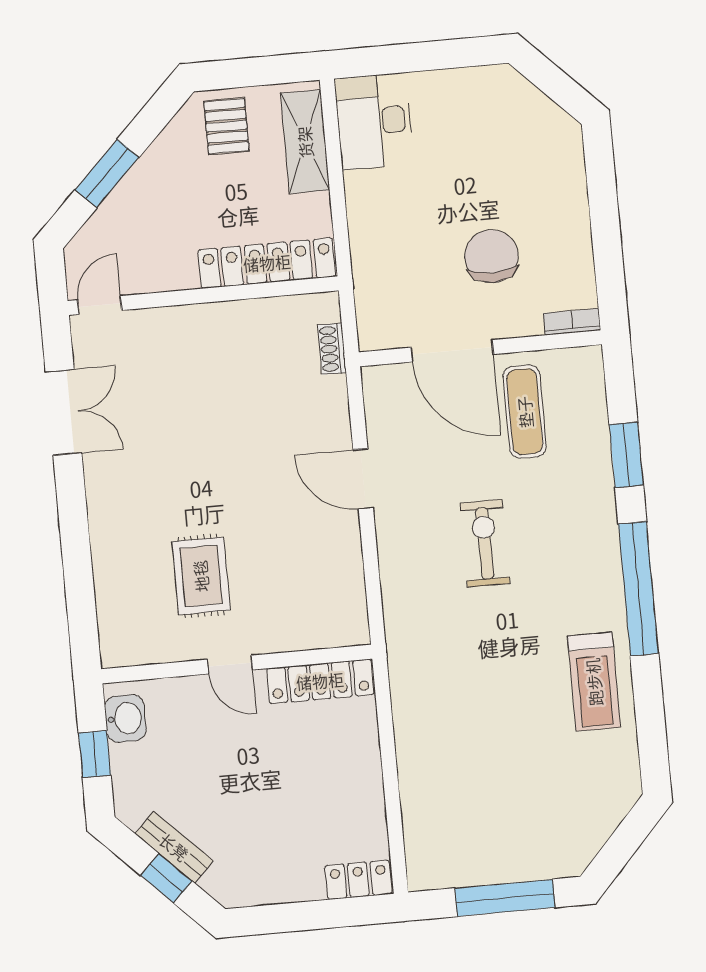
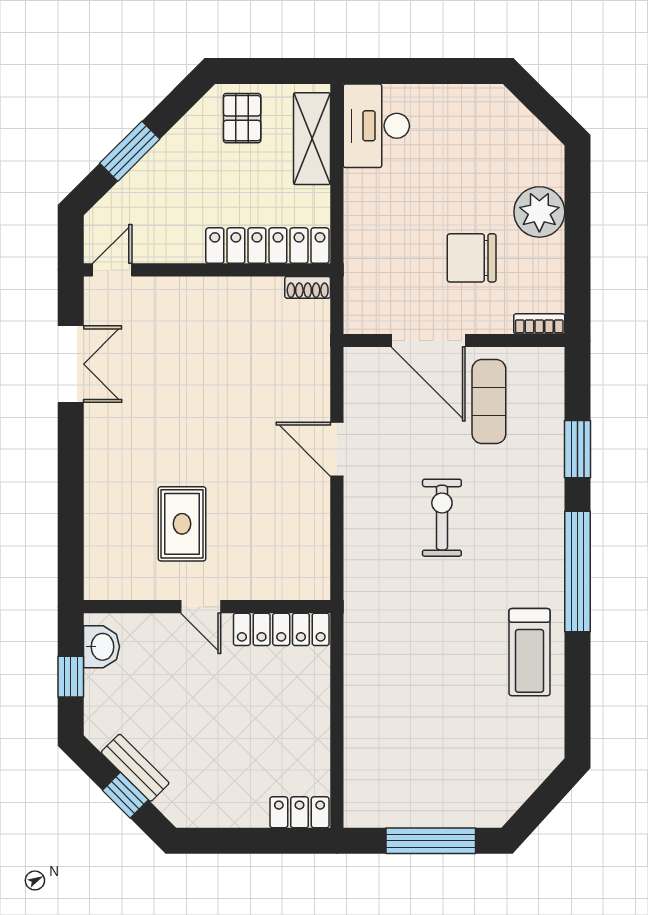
plant: (561, 199) -> (539, 212), added
chair: (491, 256) -> (472, 258), turned -90
shoe rack: (332, 349) -> (308, 287), moved, turned -90

